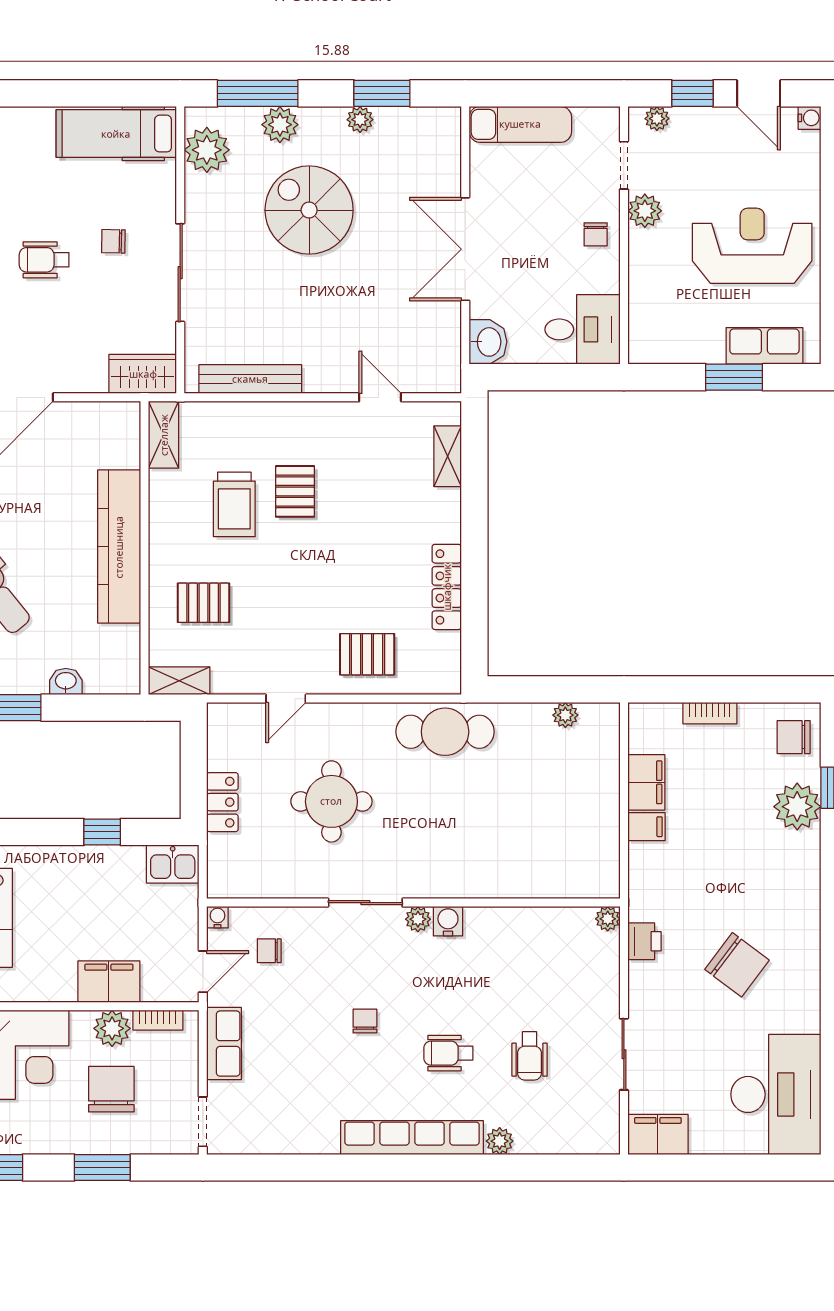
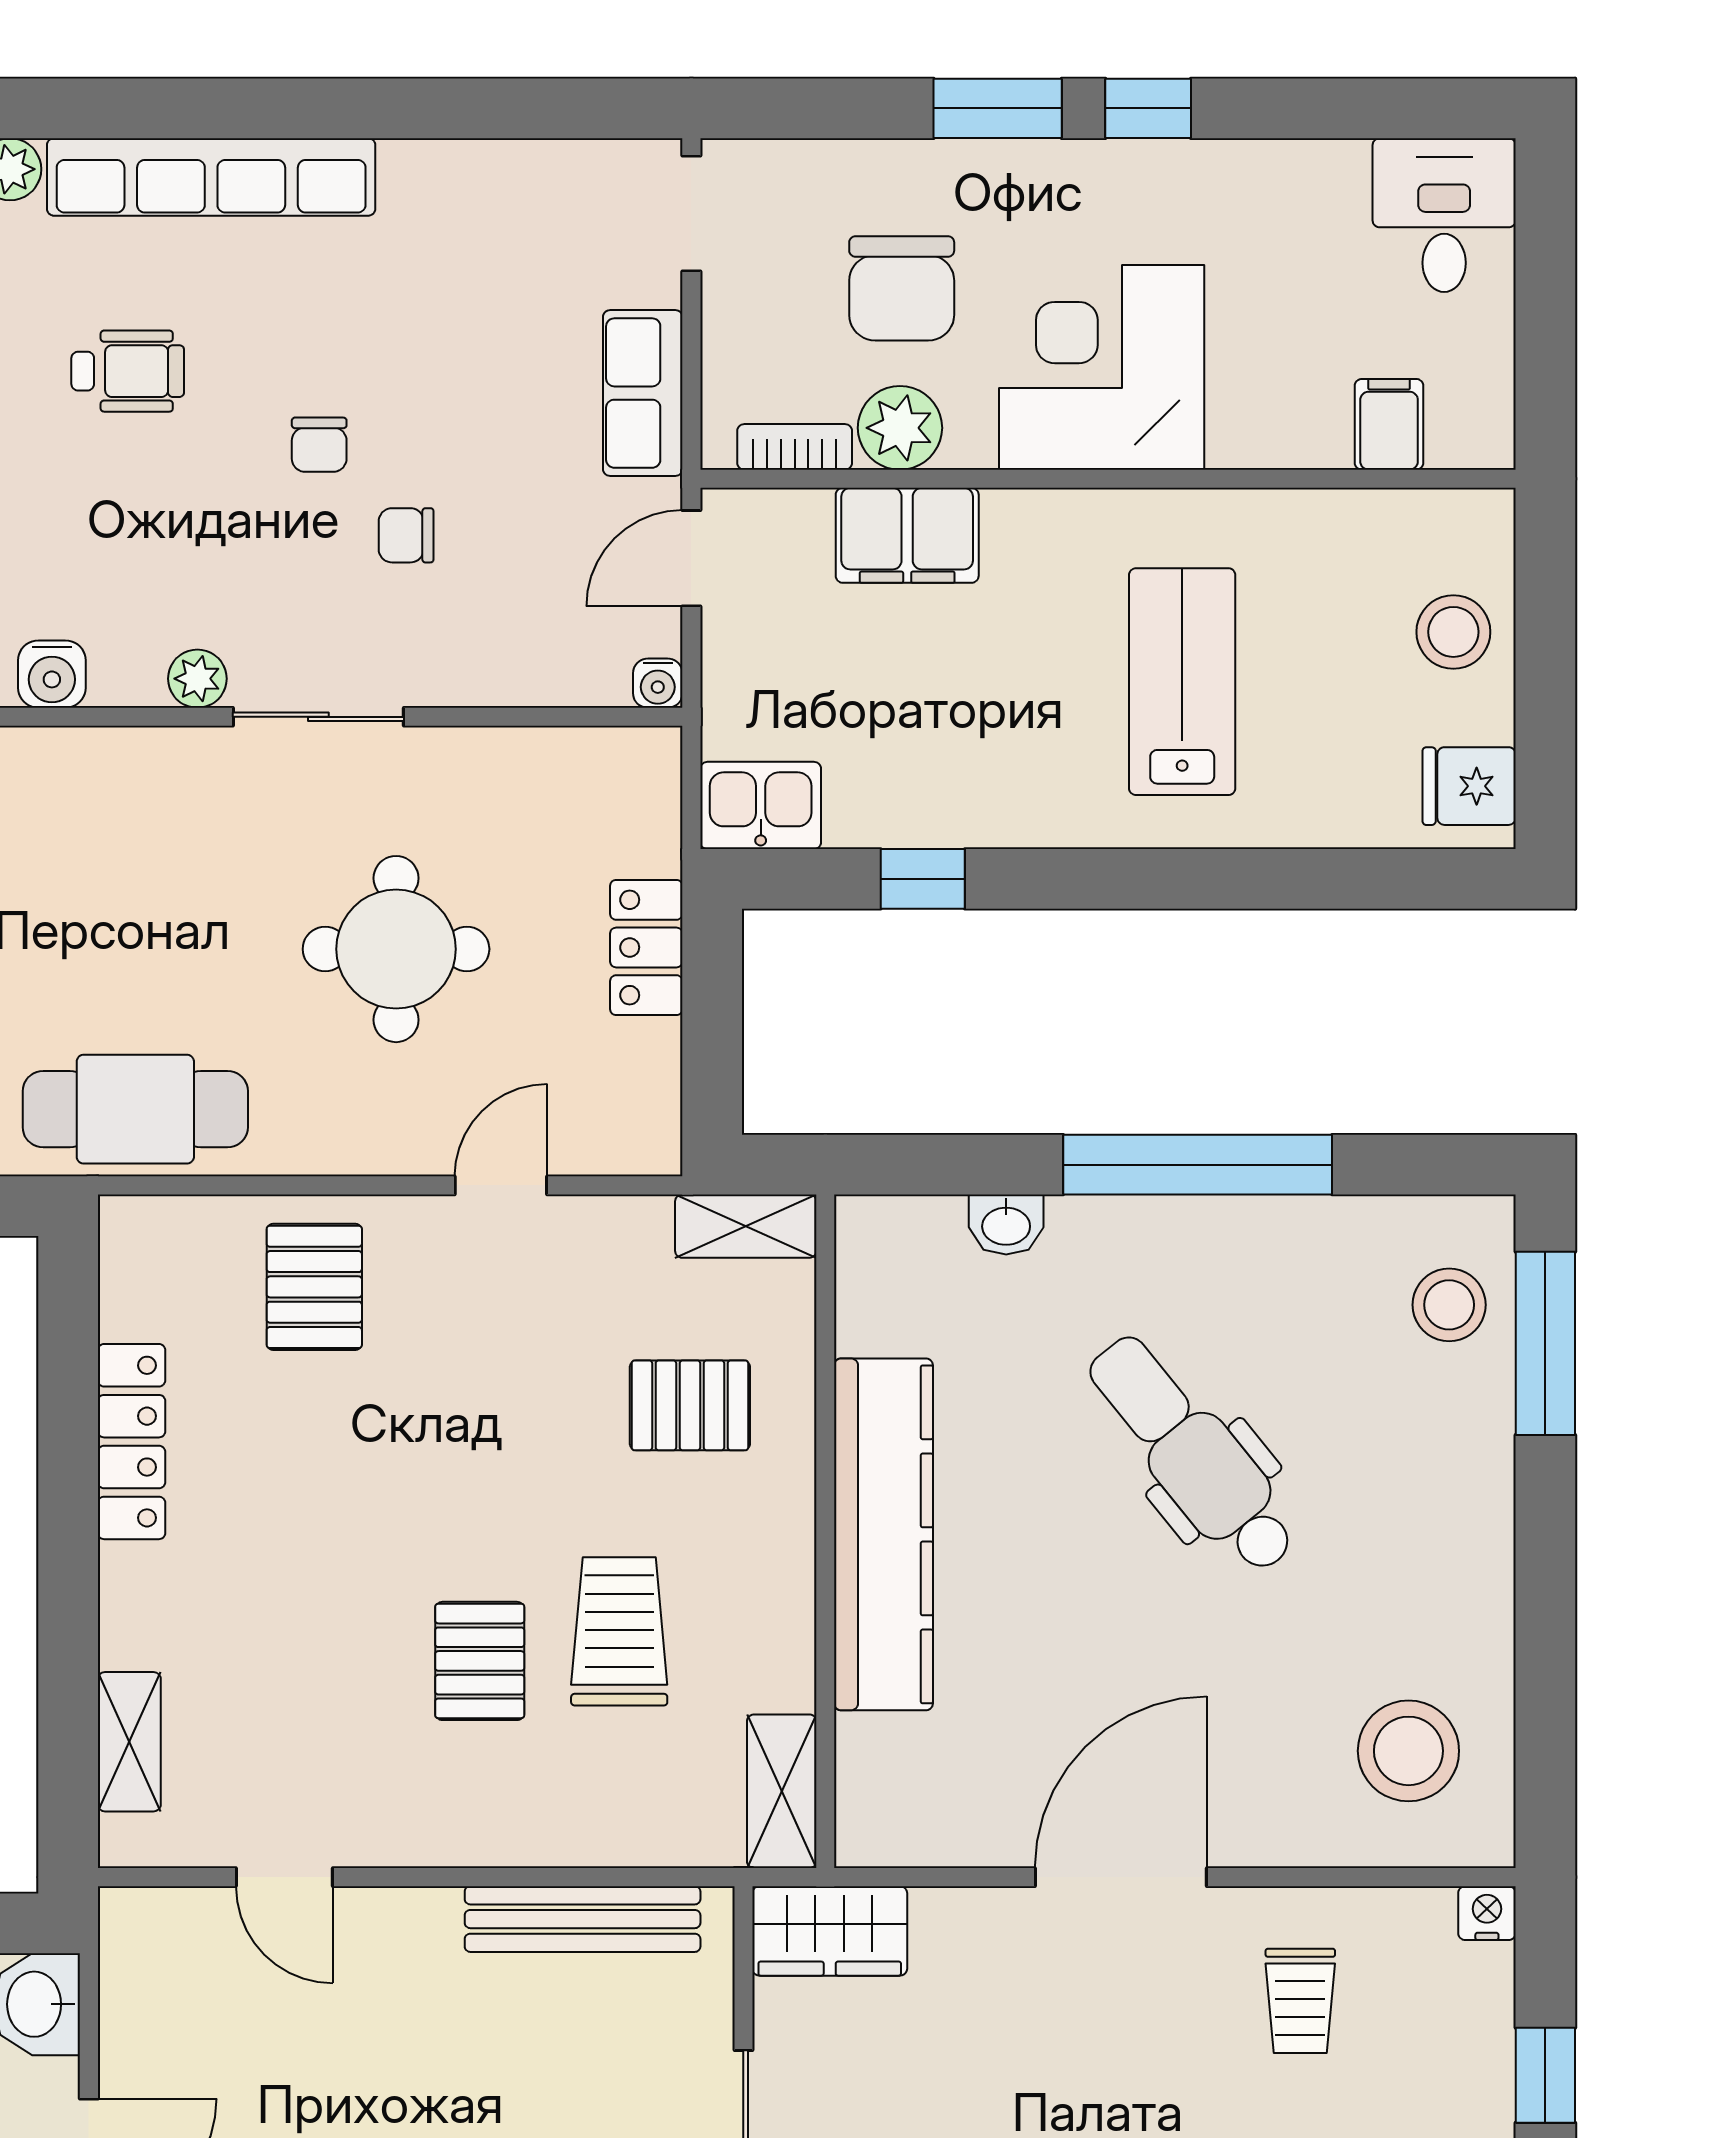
pallet: (367, 654) -> (314, 1287), turned 90
water cooler: (448, 921) -> (52, 674), moved
chair: (269, 951) -> (406, 535), moved, turned 180
window: (102, 1168) -> (998, 108), moved

